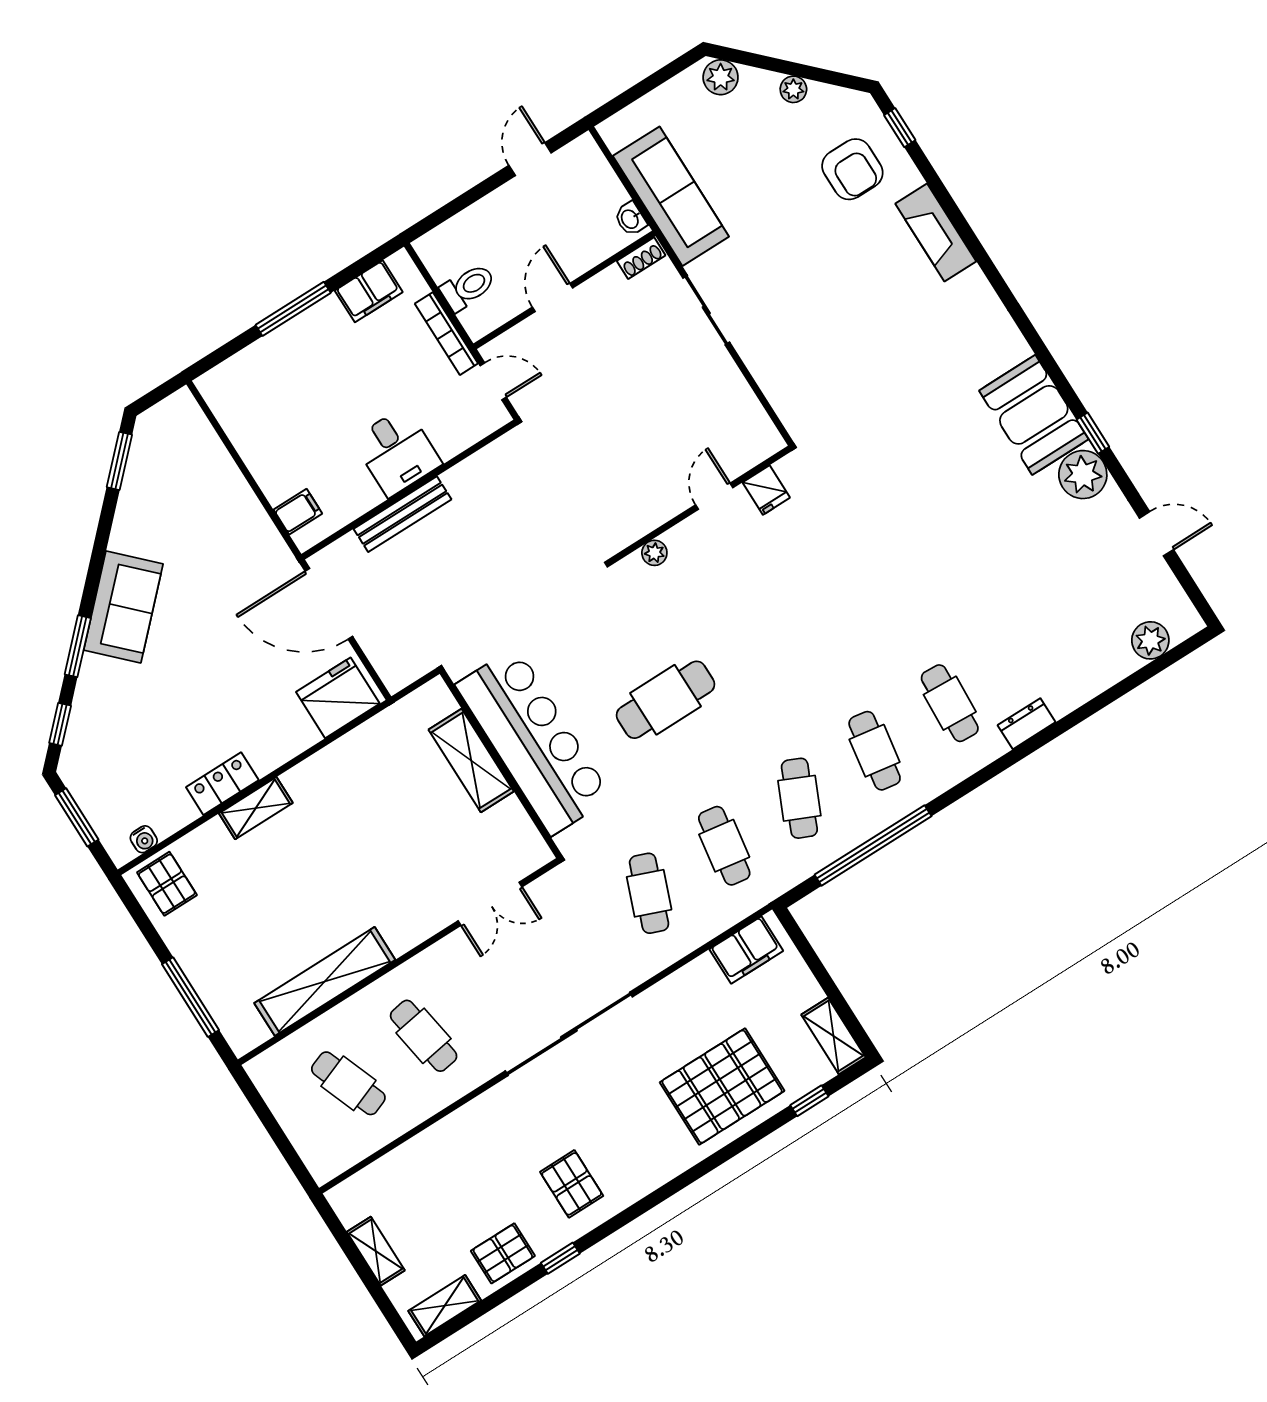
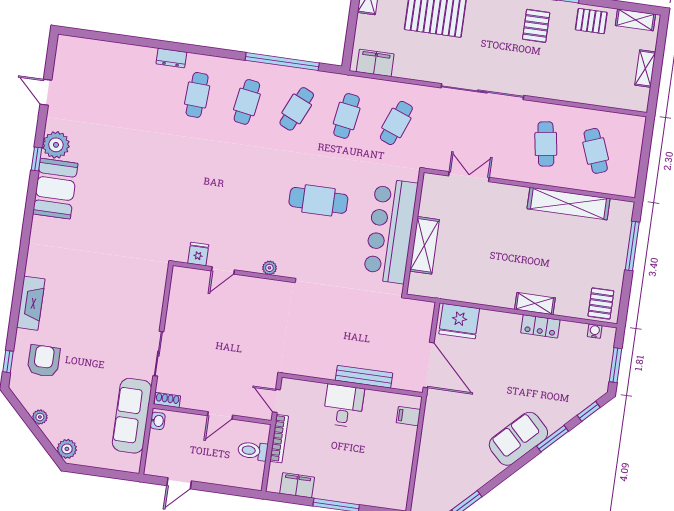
plant: (1150, 640) -> (88, 49), removed

